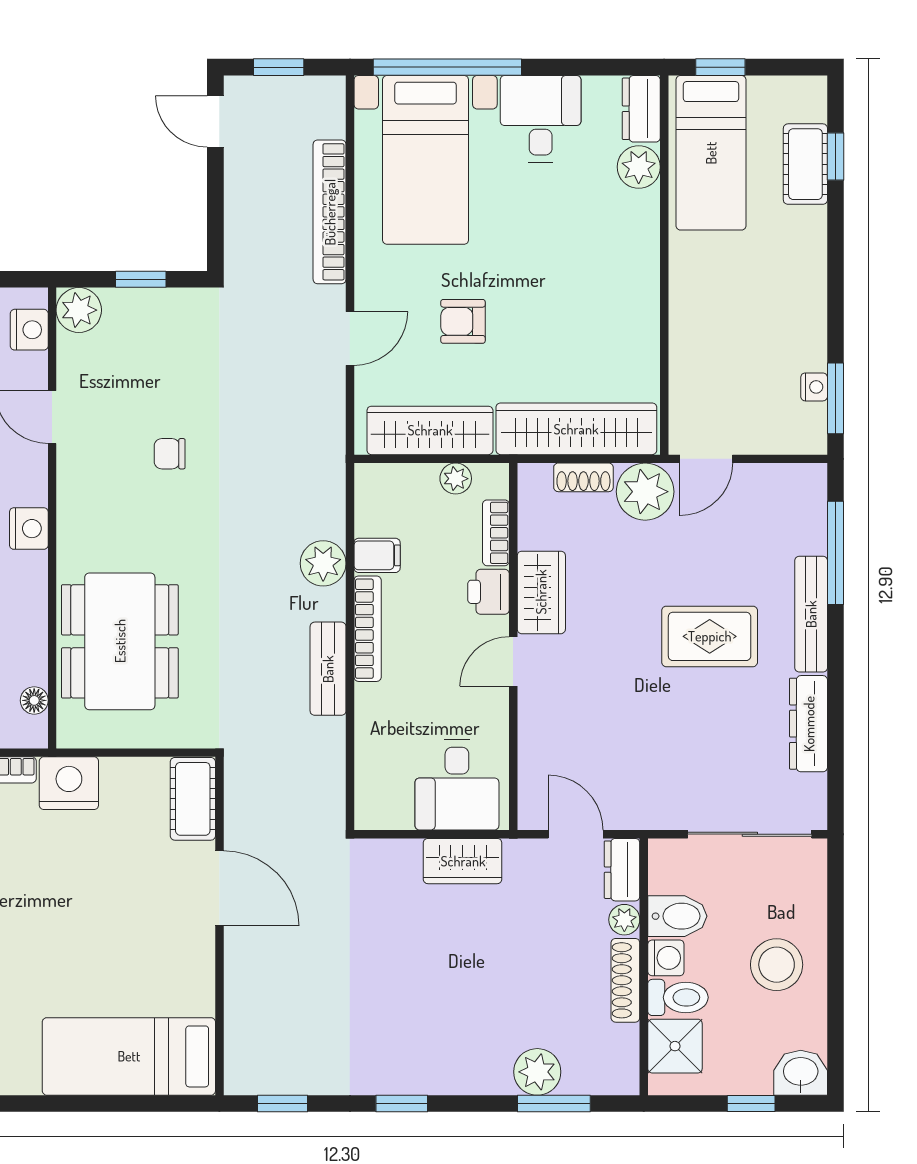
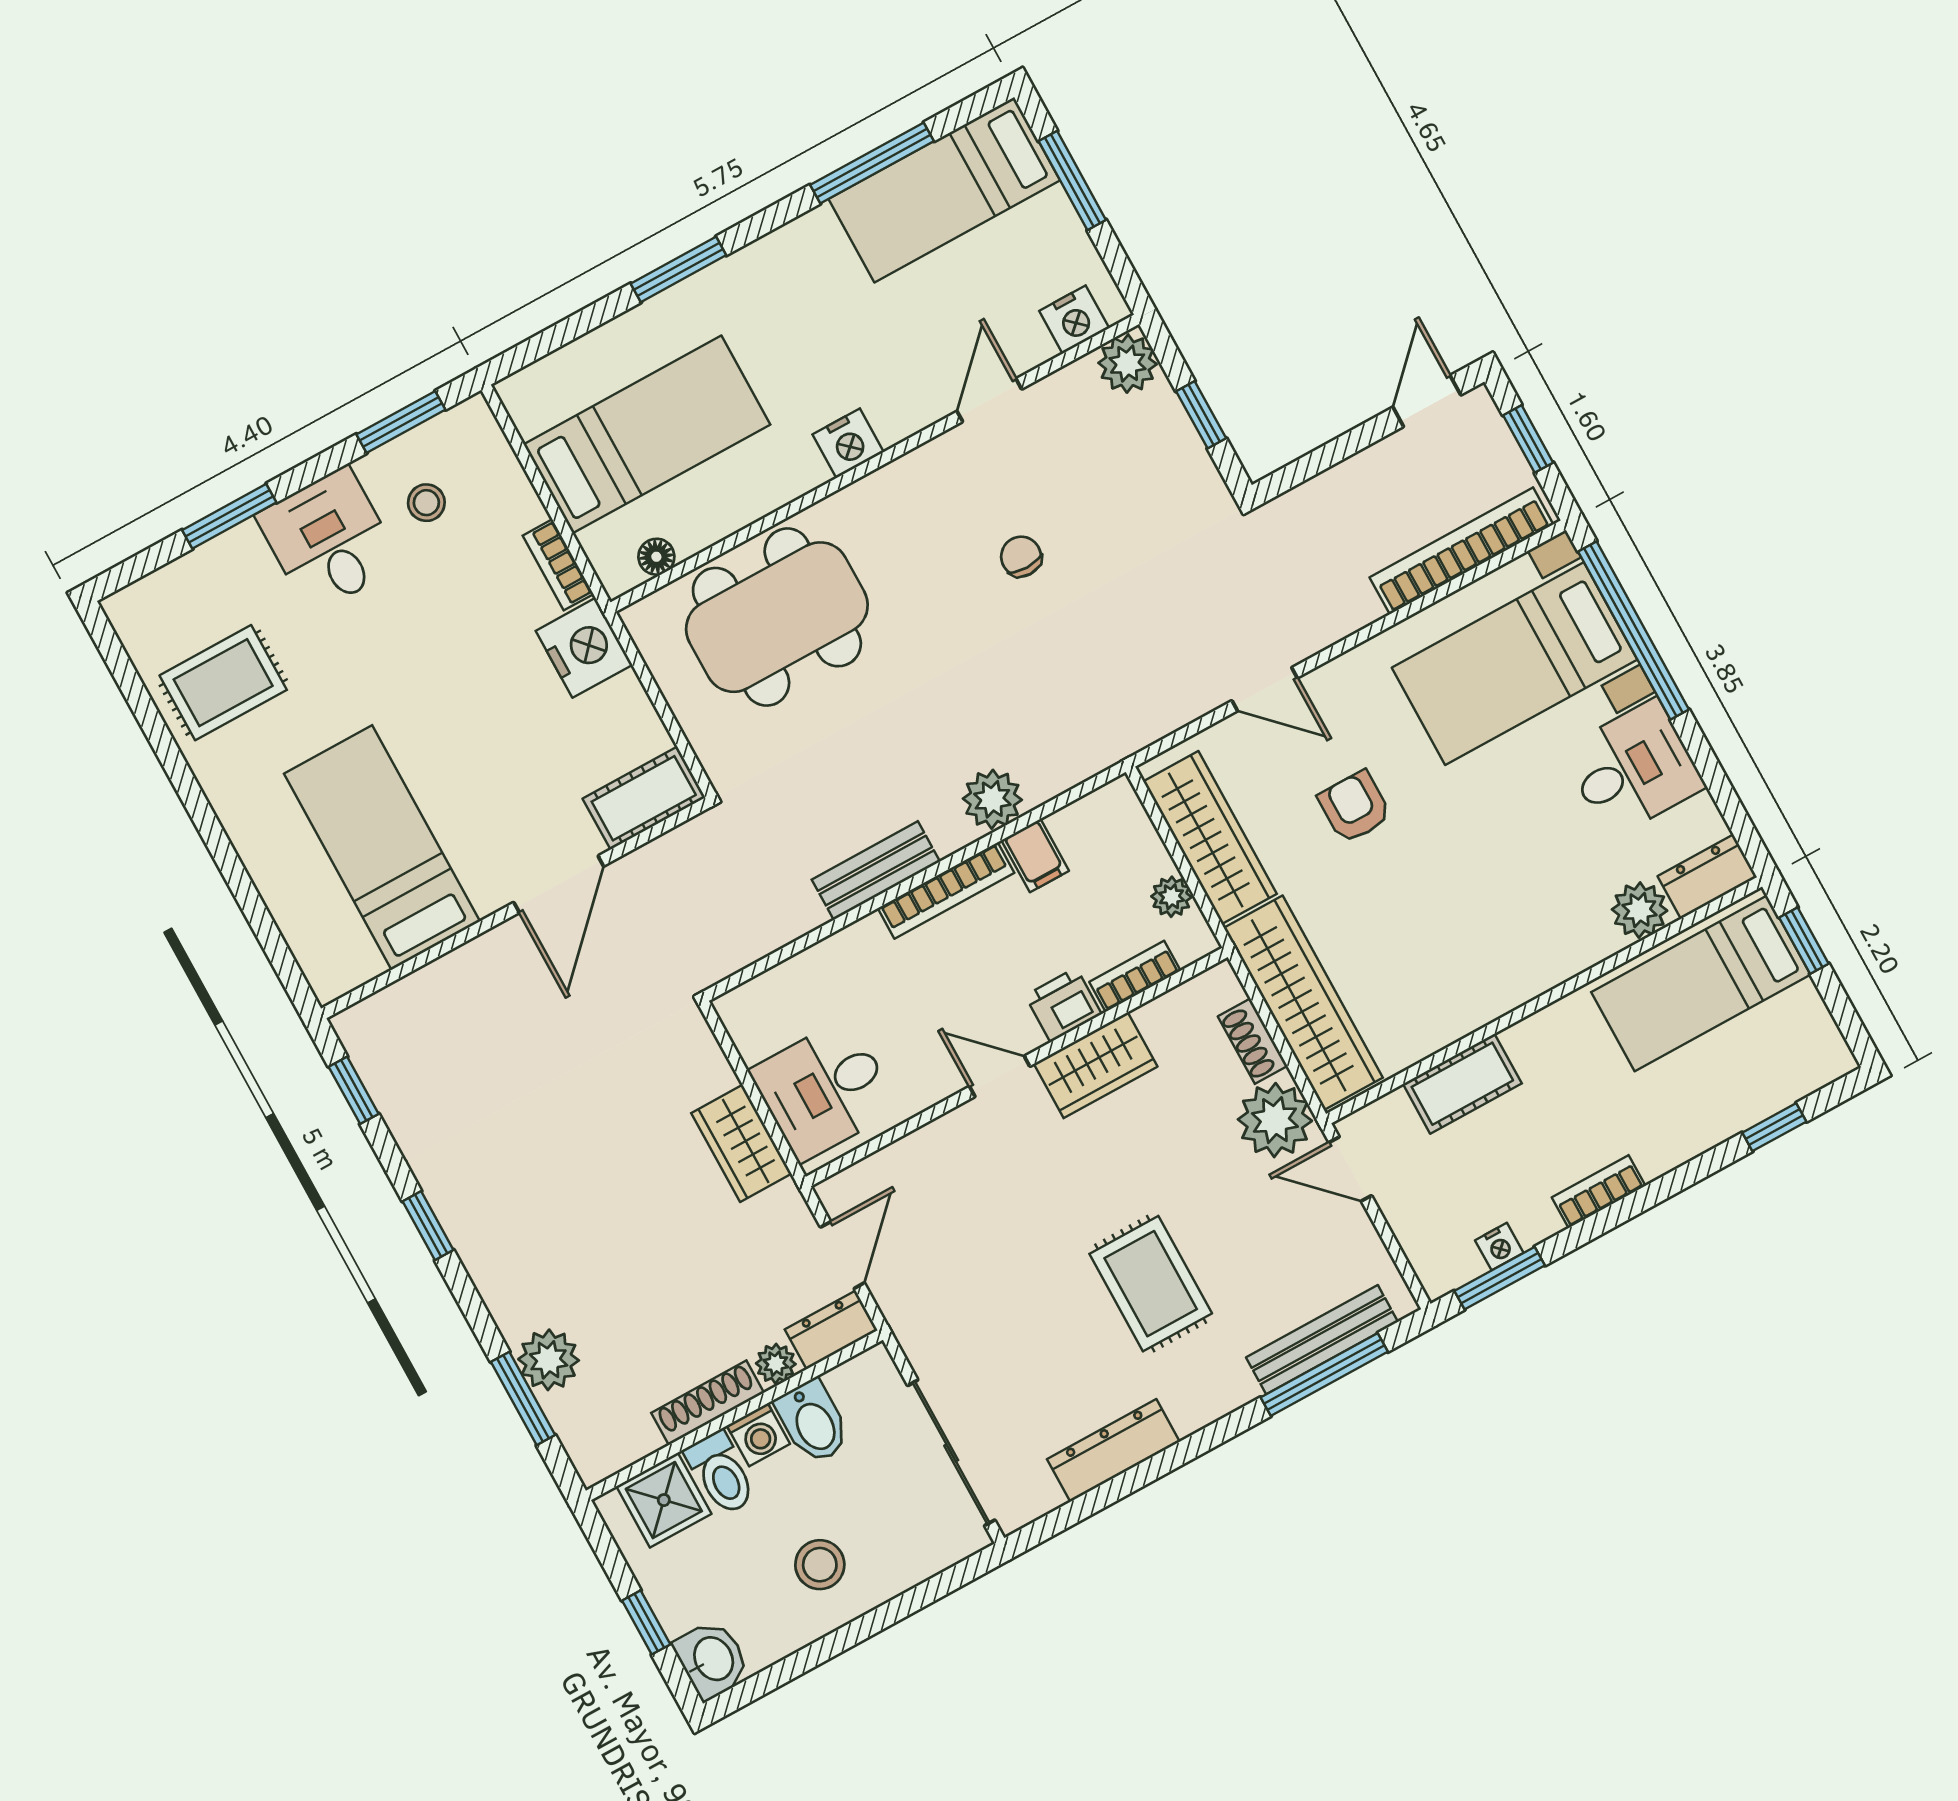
cot: (805, 164) -> (1462, 1084), moved
bookcase: (330, 212) -> (1461, 551), moved
bookcase: (814, 299) -> (1599, 1192), added
bench: (811, 614) -> (1322, 1340), moved
stool: (777, 965) -> (820, 1565), width x0.73, depth x0.73
bed: (129, 1056) -> (382, 848), moved

